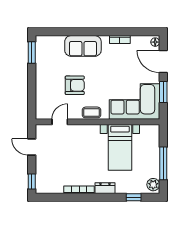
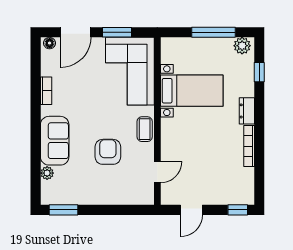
plant: (59, 40) -> (47, 173), added
door: (60, 122) -> (157, 172), swing flipped

